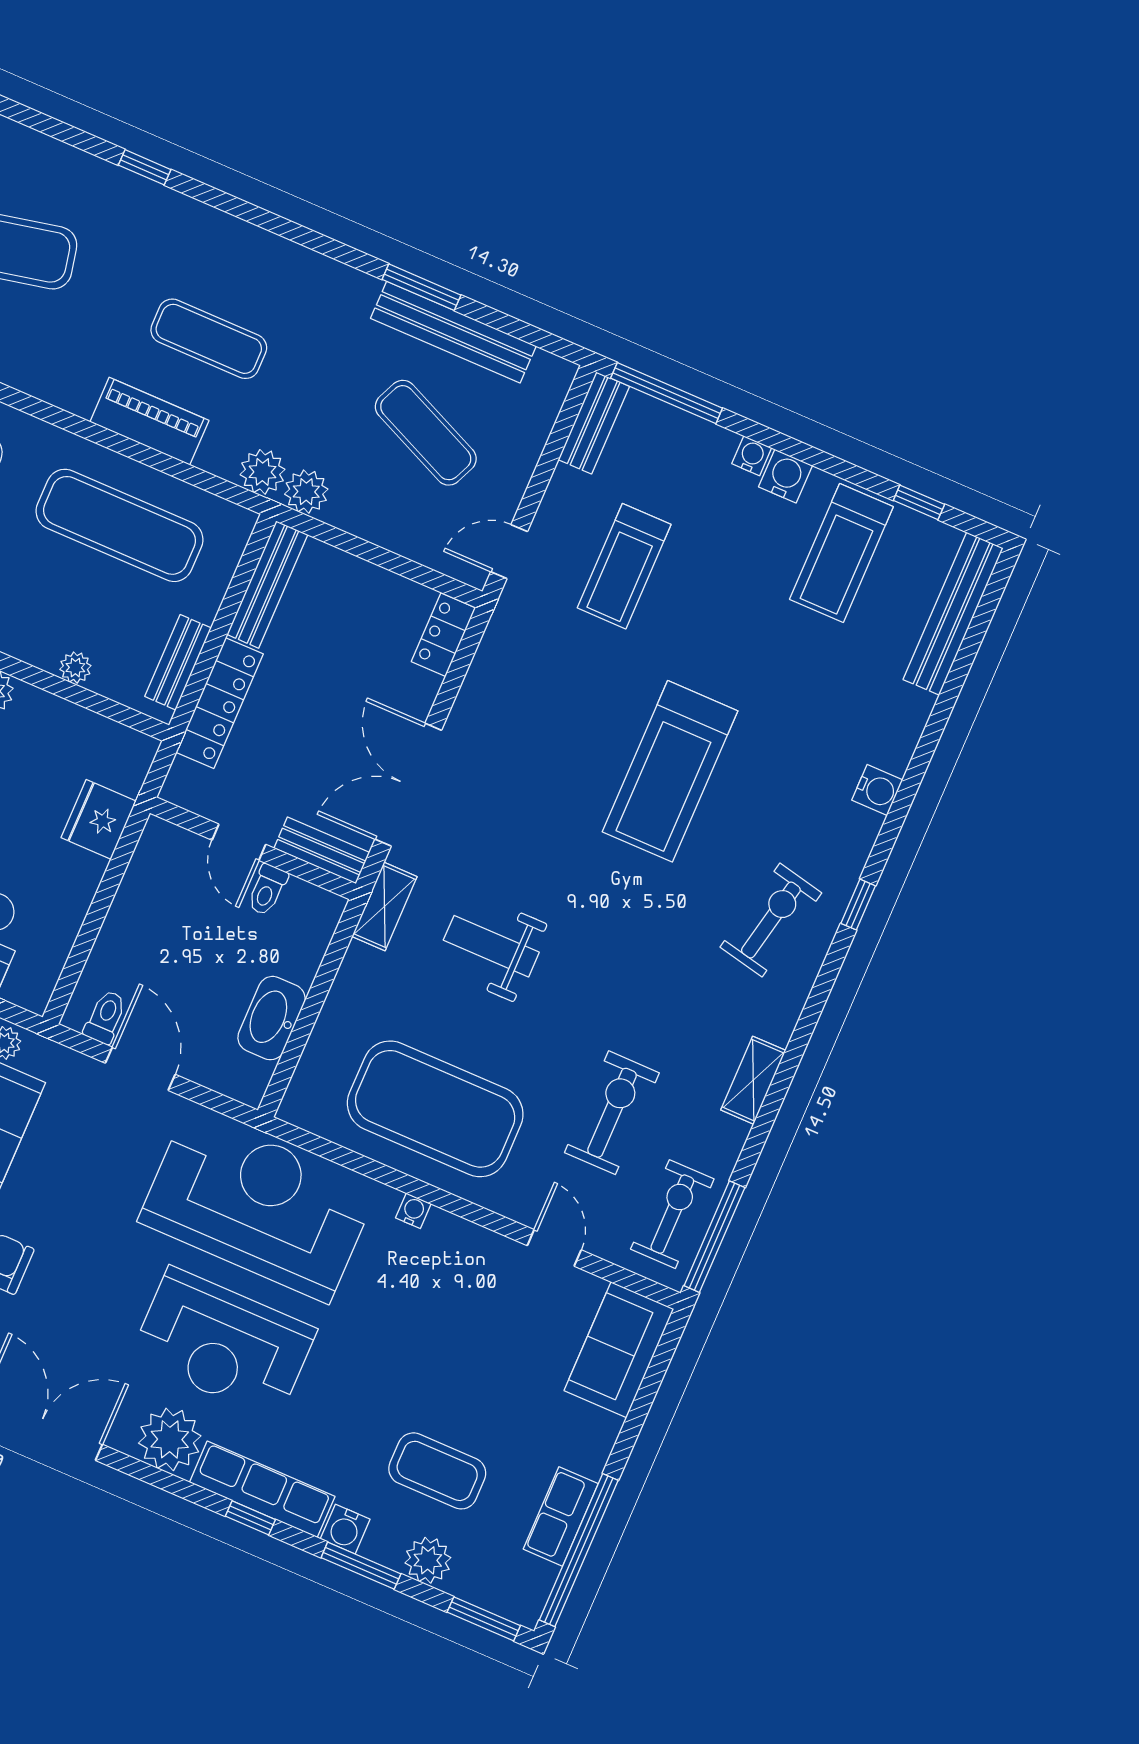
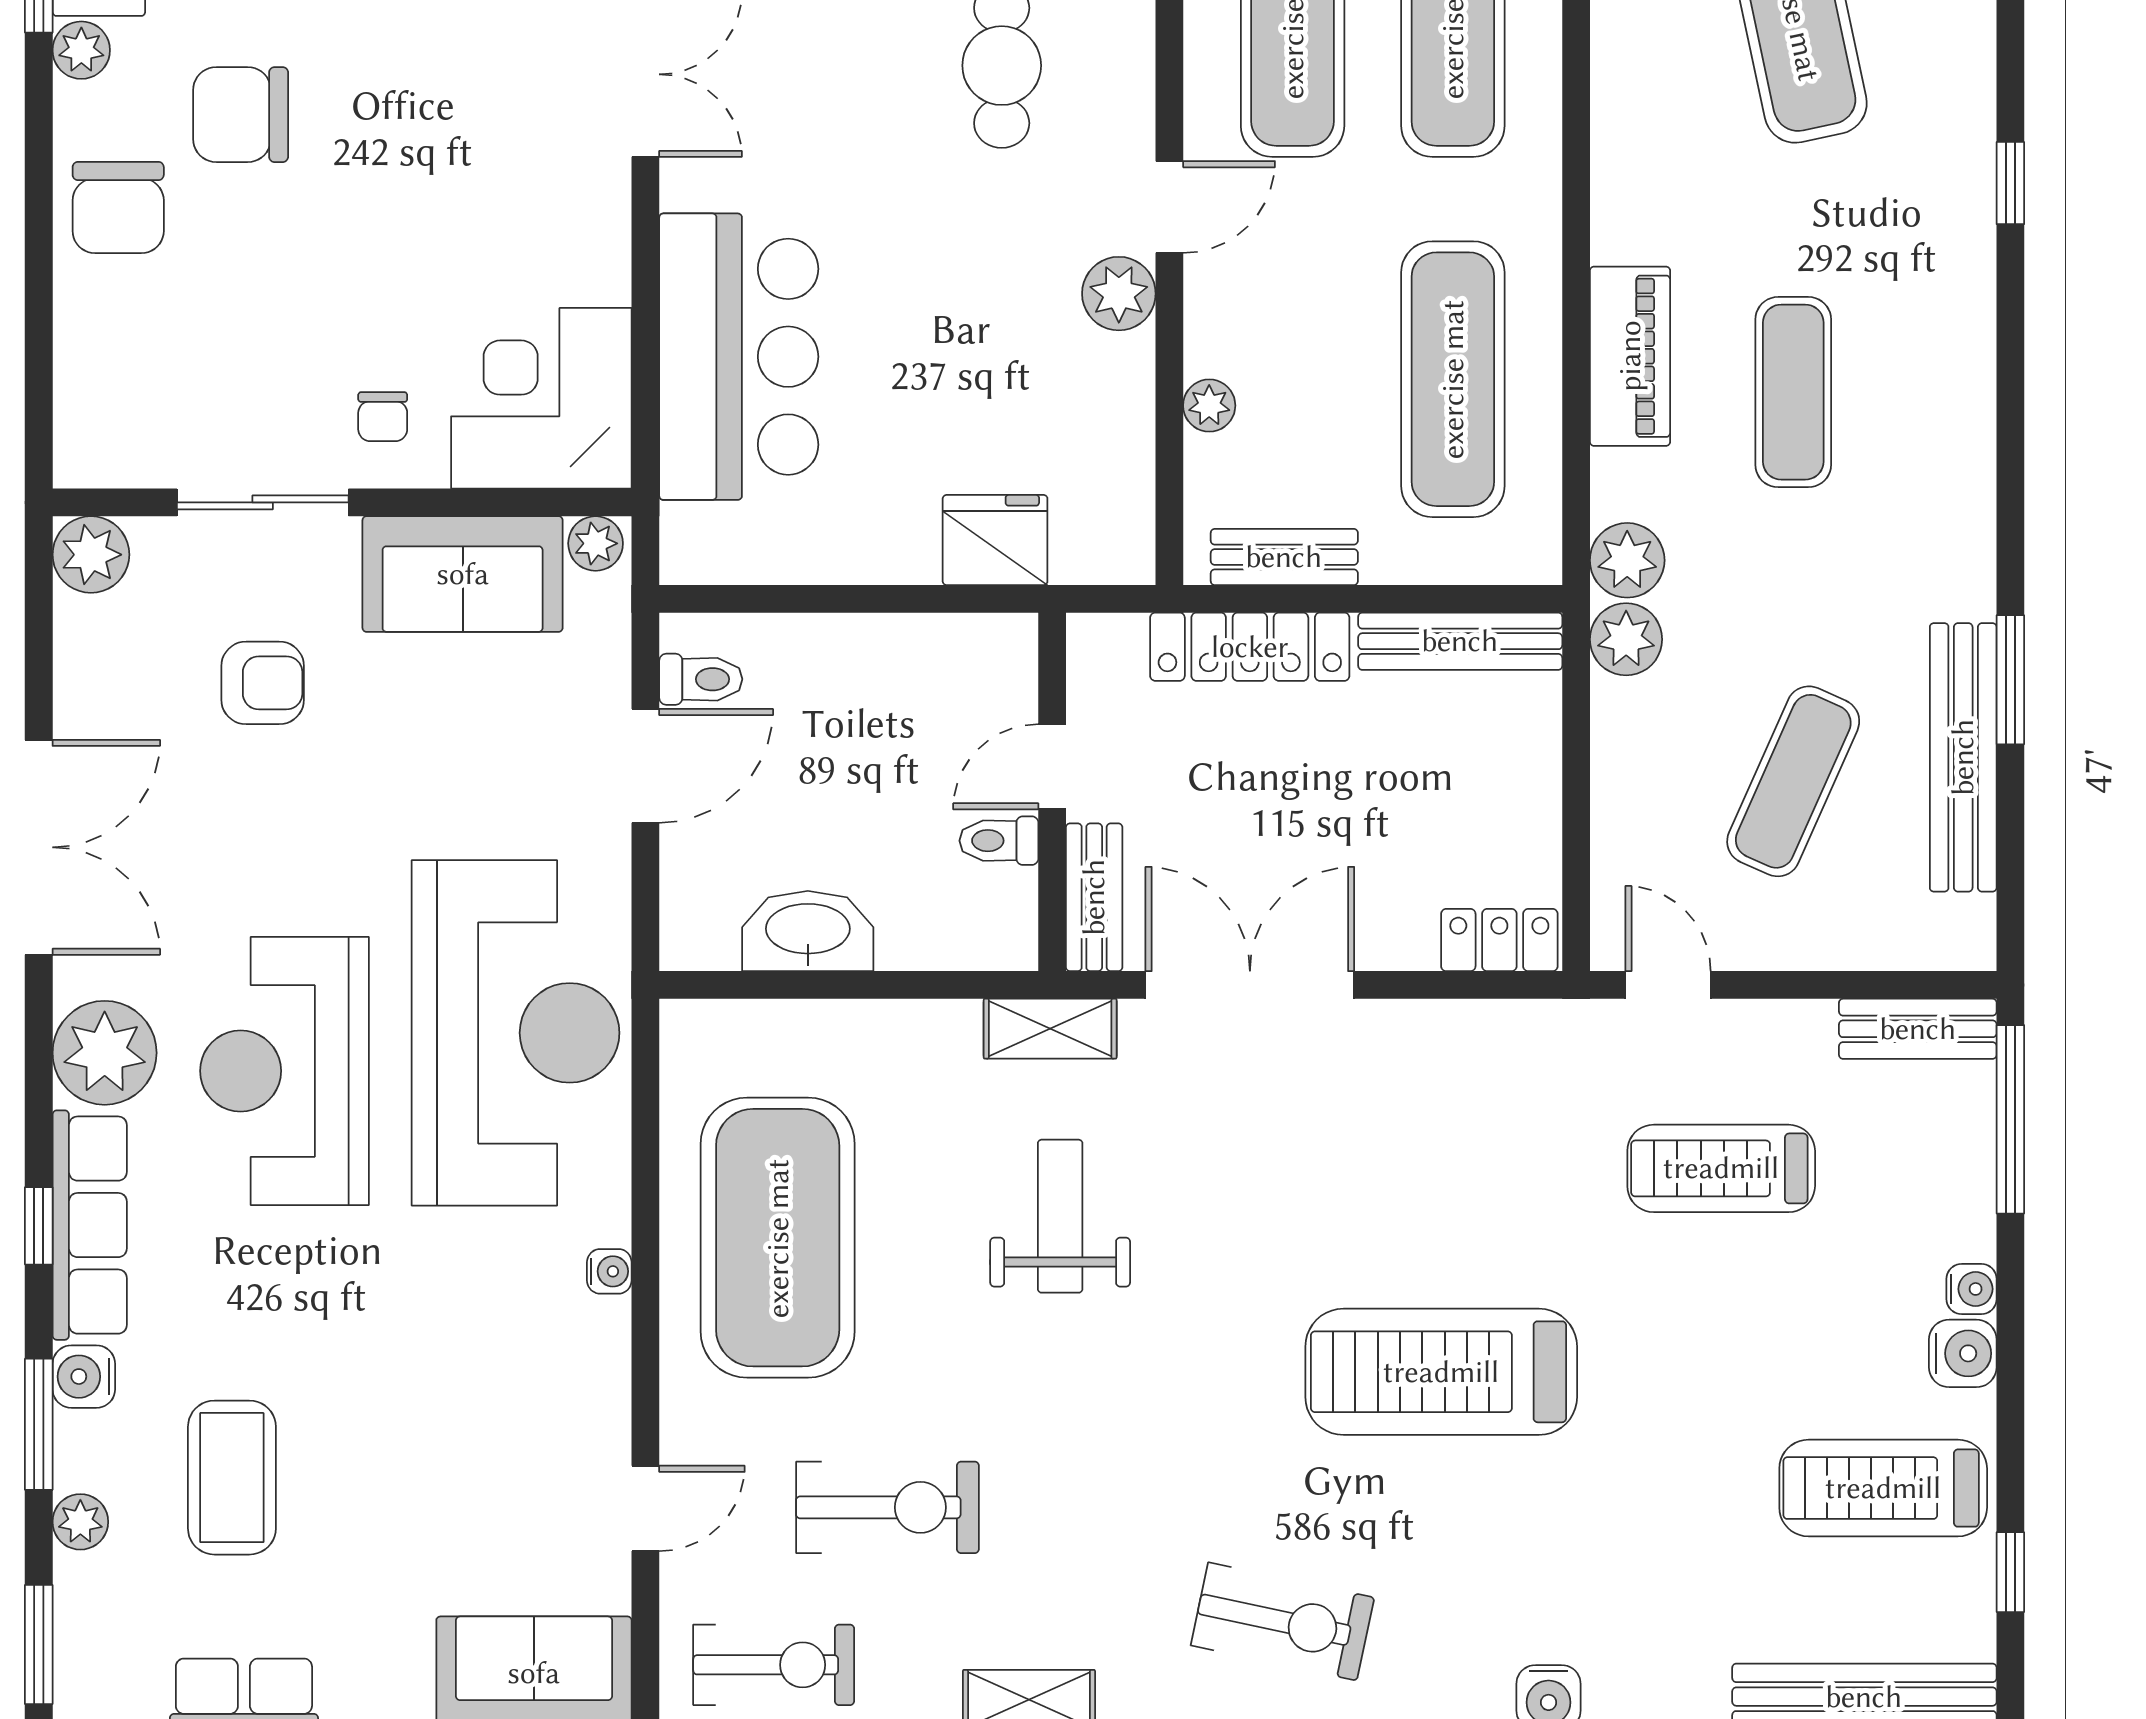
plant: (428, 1560) -> (80, 1522), width x0.73, depth x0.73

